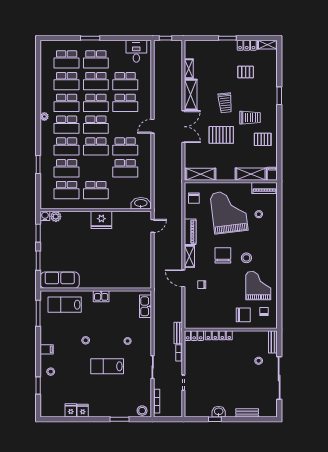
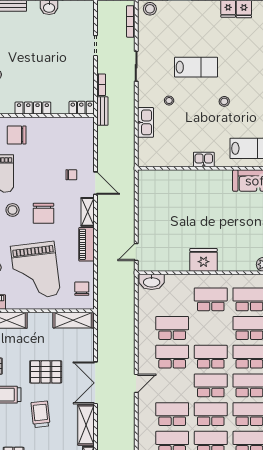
kitchen sink: (146, 306) -> (145, 122), moved
locker: (219, 335) -> (33, 108), moved

